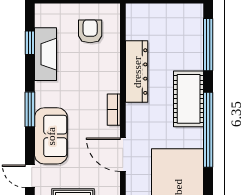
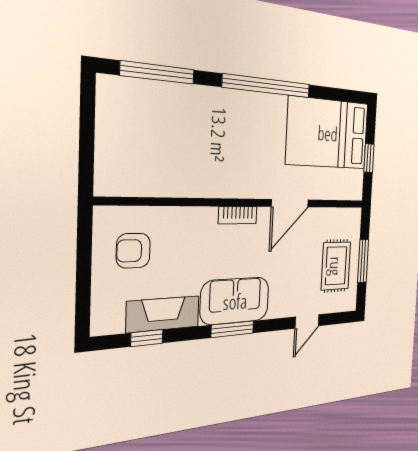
dresser: (137, 72) -> (191, 182), removed
cot: (189, 99) -> (229, 109), removed
sofa: (51, 136) -> (235, 301), moved

